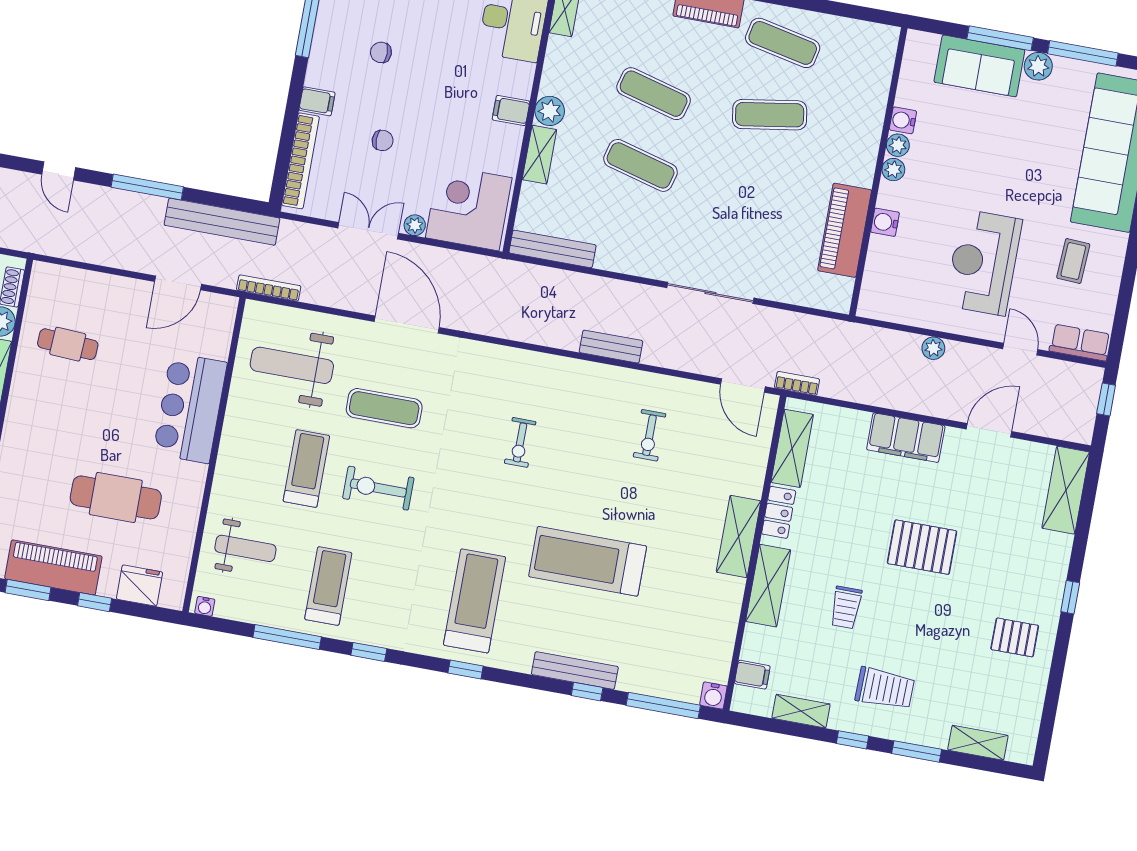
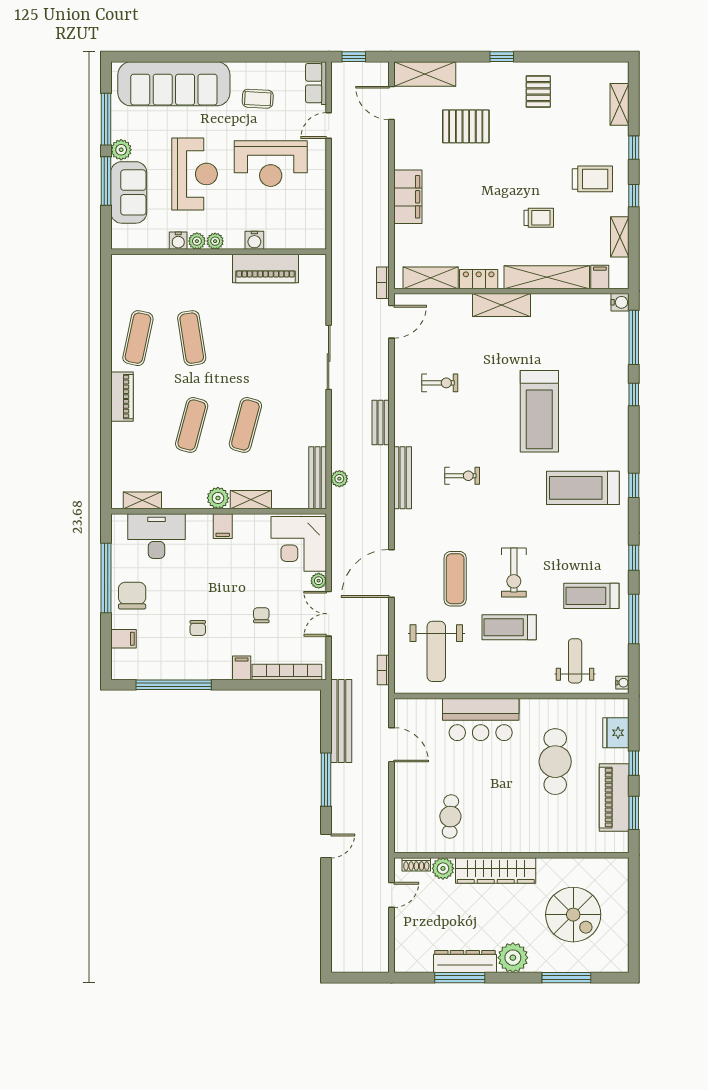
reception desk: (988, 158) -> (195, 174), added
bookcase: (269, 288) -> (383, 670), width x0.64
plant: (933, 348) -> (339, 479), moved
door: (989, 430) -> (392, 103), moved
pallet: (922, 547) -> (466, 126), moved, turned 90
shelving: (768, 586) -> (547, 277), width x1.47
bench: (575, 671) -> (403, 478), moved
trolley: (885, 689) -> (592, 179), turned 89
window: (917, 751) -> (634, 148), width x0.67

